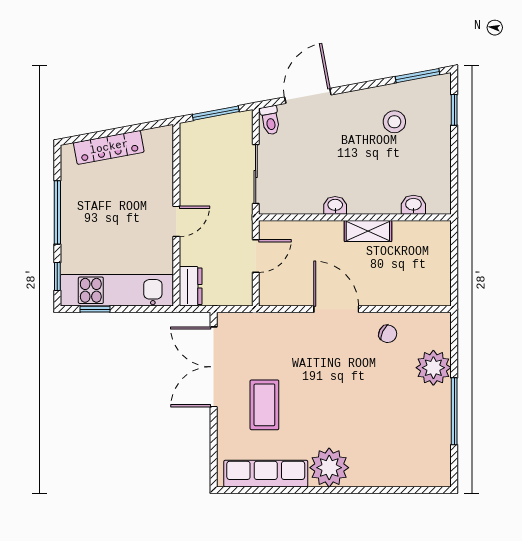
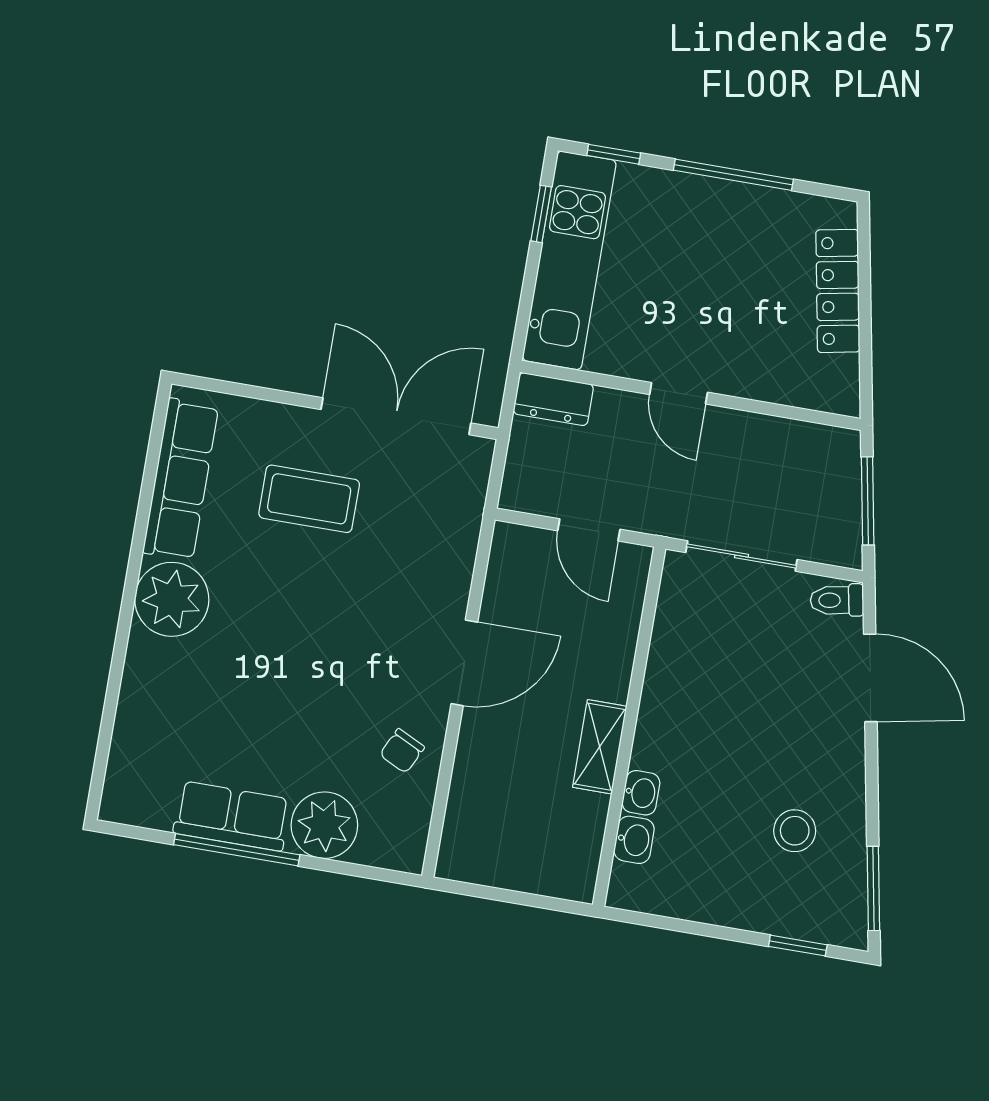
washbasin: (335, 205) -> (641, 793), moved
row of seats: (437, 417) -> (232, 816), added

